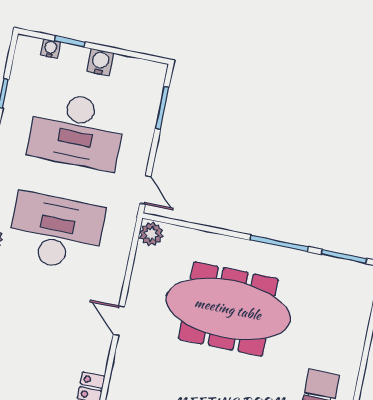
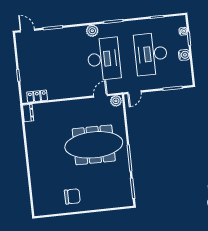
meeting table: (228, 309) -> (94, 145), turned 90
door: (119, 321) -> (100, 96), moved

